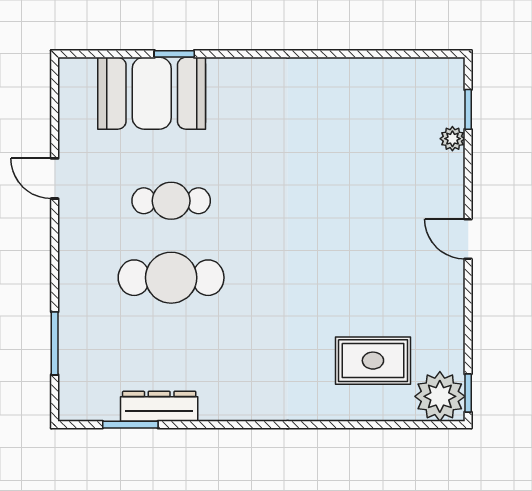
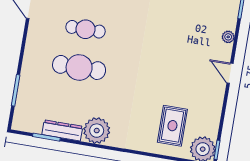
plant: (452, 139) -> (228, 37), moved
rug: (373, 361) -> (172, 126), turned 90
plant: (226, 395) -> (97, 131), added

